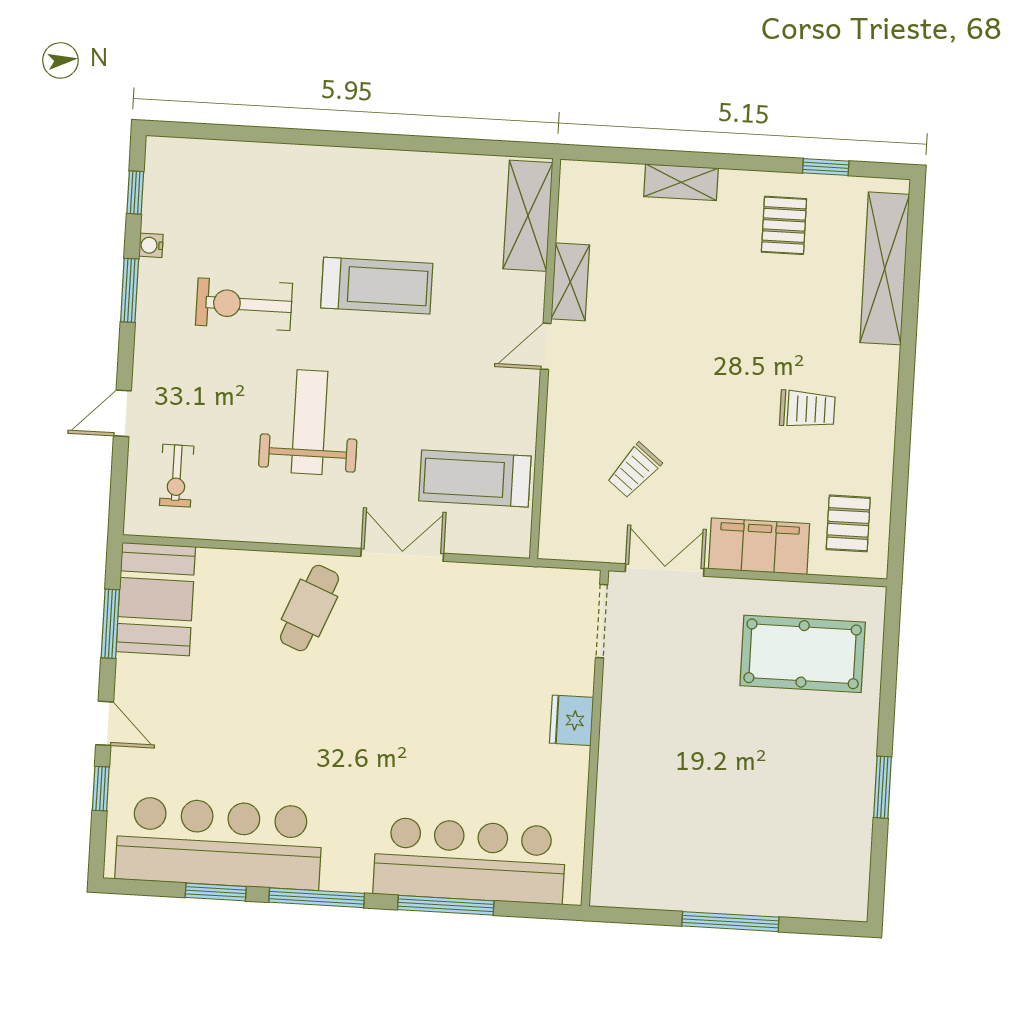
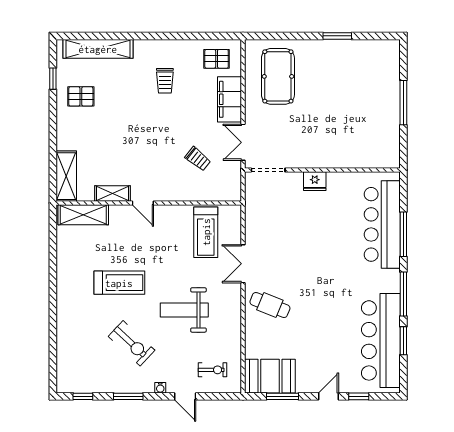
shelving: (681, 182) -> (66, 176), moved, width x1.50, depth x1.33
water cooler: (151, 245) -> (160, 388), moved
treadmill: (377, 286) -> (119, 283), turned 90
exercise bike: (244, 304) -> (132, 343), turned -47
trolley: (807, 409) -> (165, 81), turned 180

